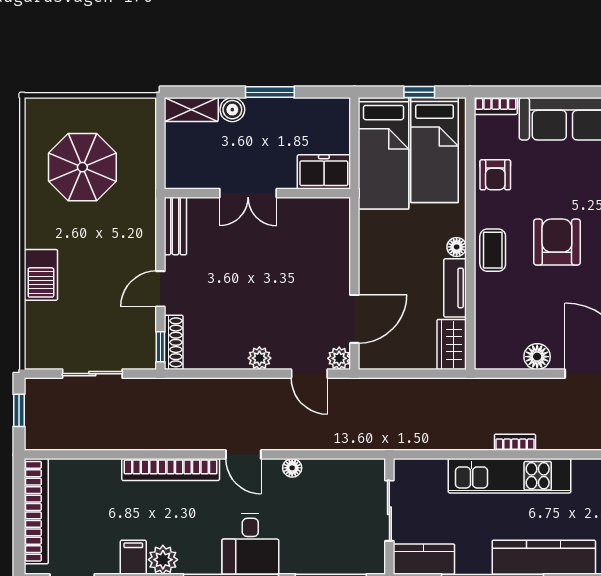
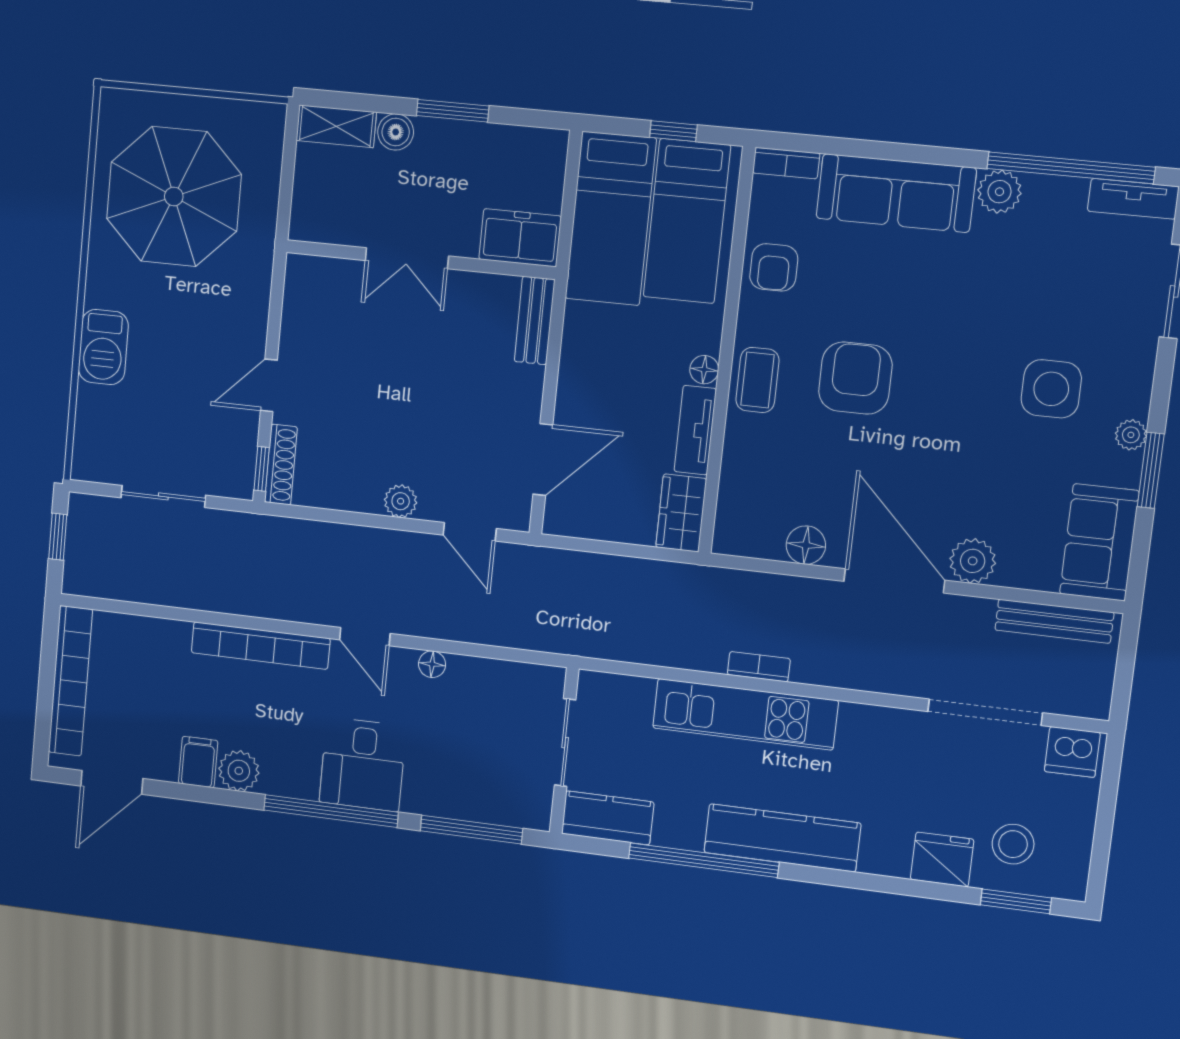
parasol: (82, 167) -> (174, 197), width x1.36, depth x1.36
bench: (175, 226) -> (535, 321), moved
plant: (339, 358) -> (515, 514), removed

